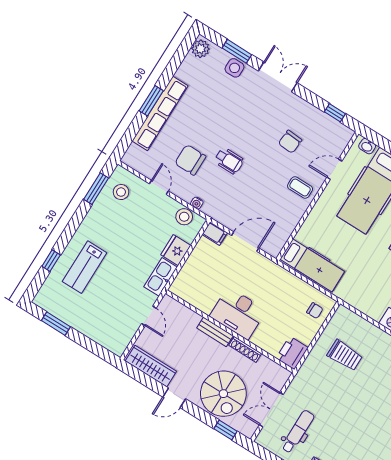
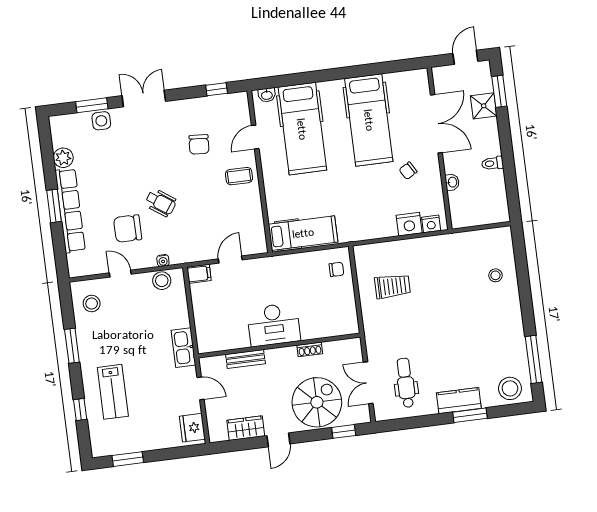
plant: (200, 49) -> (63, 158), moved
wheelchair: (229, 161) -> (161, 203), turned 35
window: (96, 189) -> (72, 346), moved
door: (245, 242) -> (230, 259), width x0.73
fridge: (176, 250) -> (192, 428), moved
bench: (215, 332) -> (245, 359), moved
shoe rack: (245, 349) -> (310, 349), width x0.70
printer: (292, 353) -> (346, 321), removed
wardrobe: (151, 366) -> (246, 428), width x0.67
spiral stairs: (223, 394) -> (317, 402), turned -90

